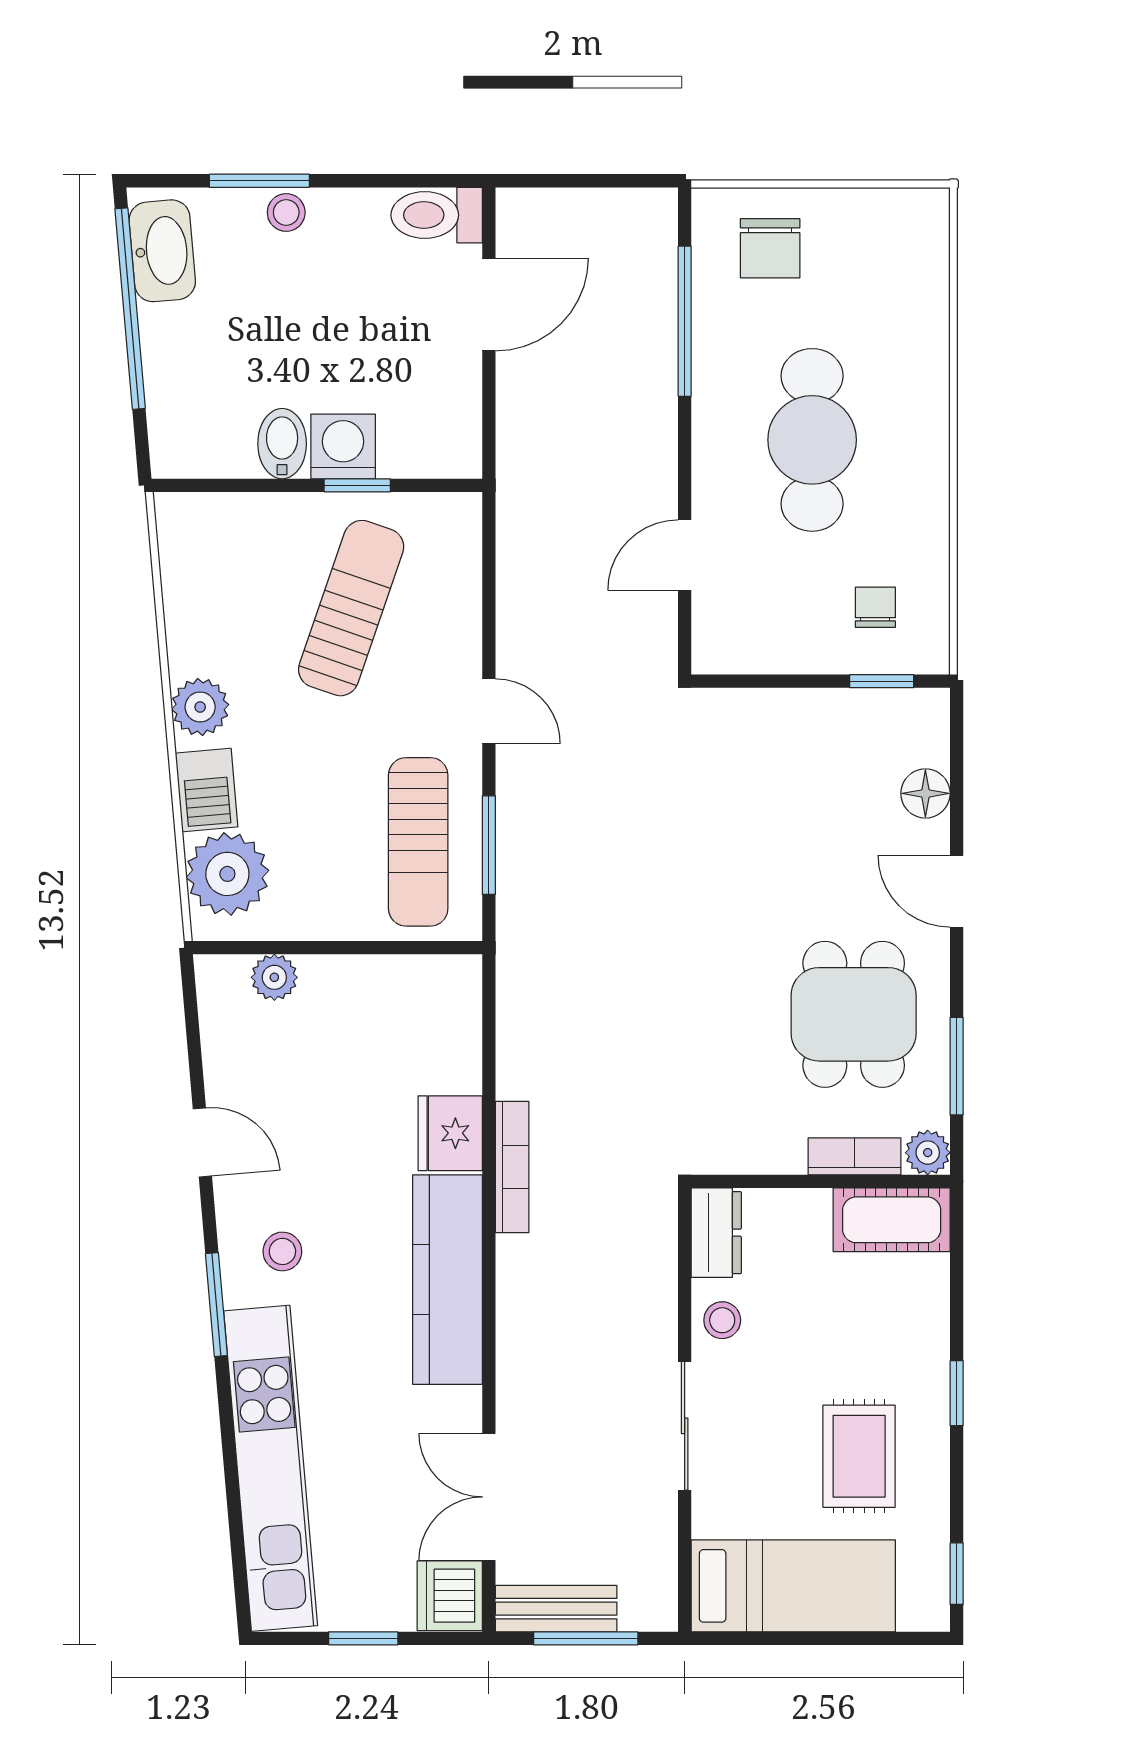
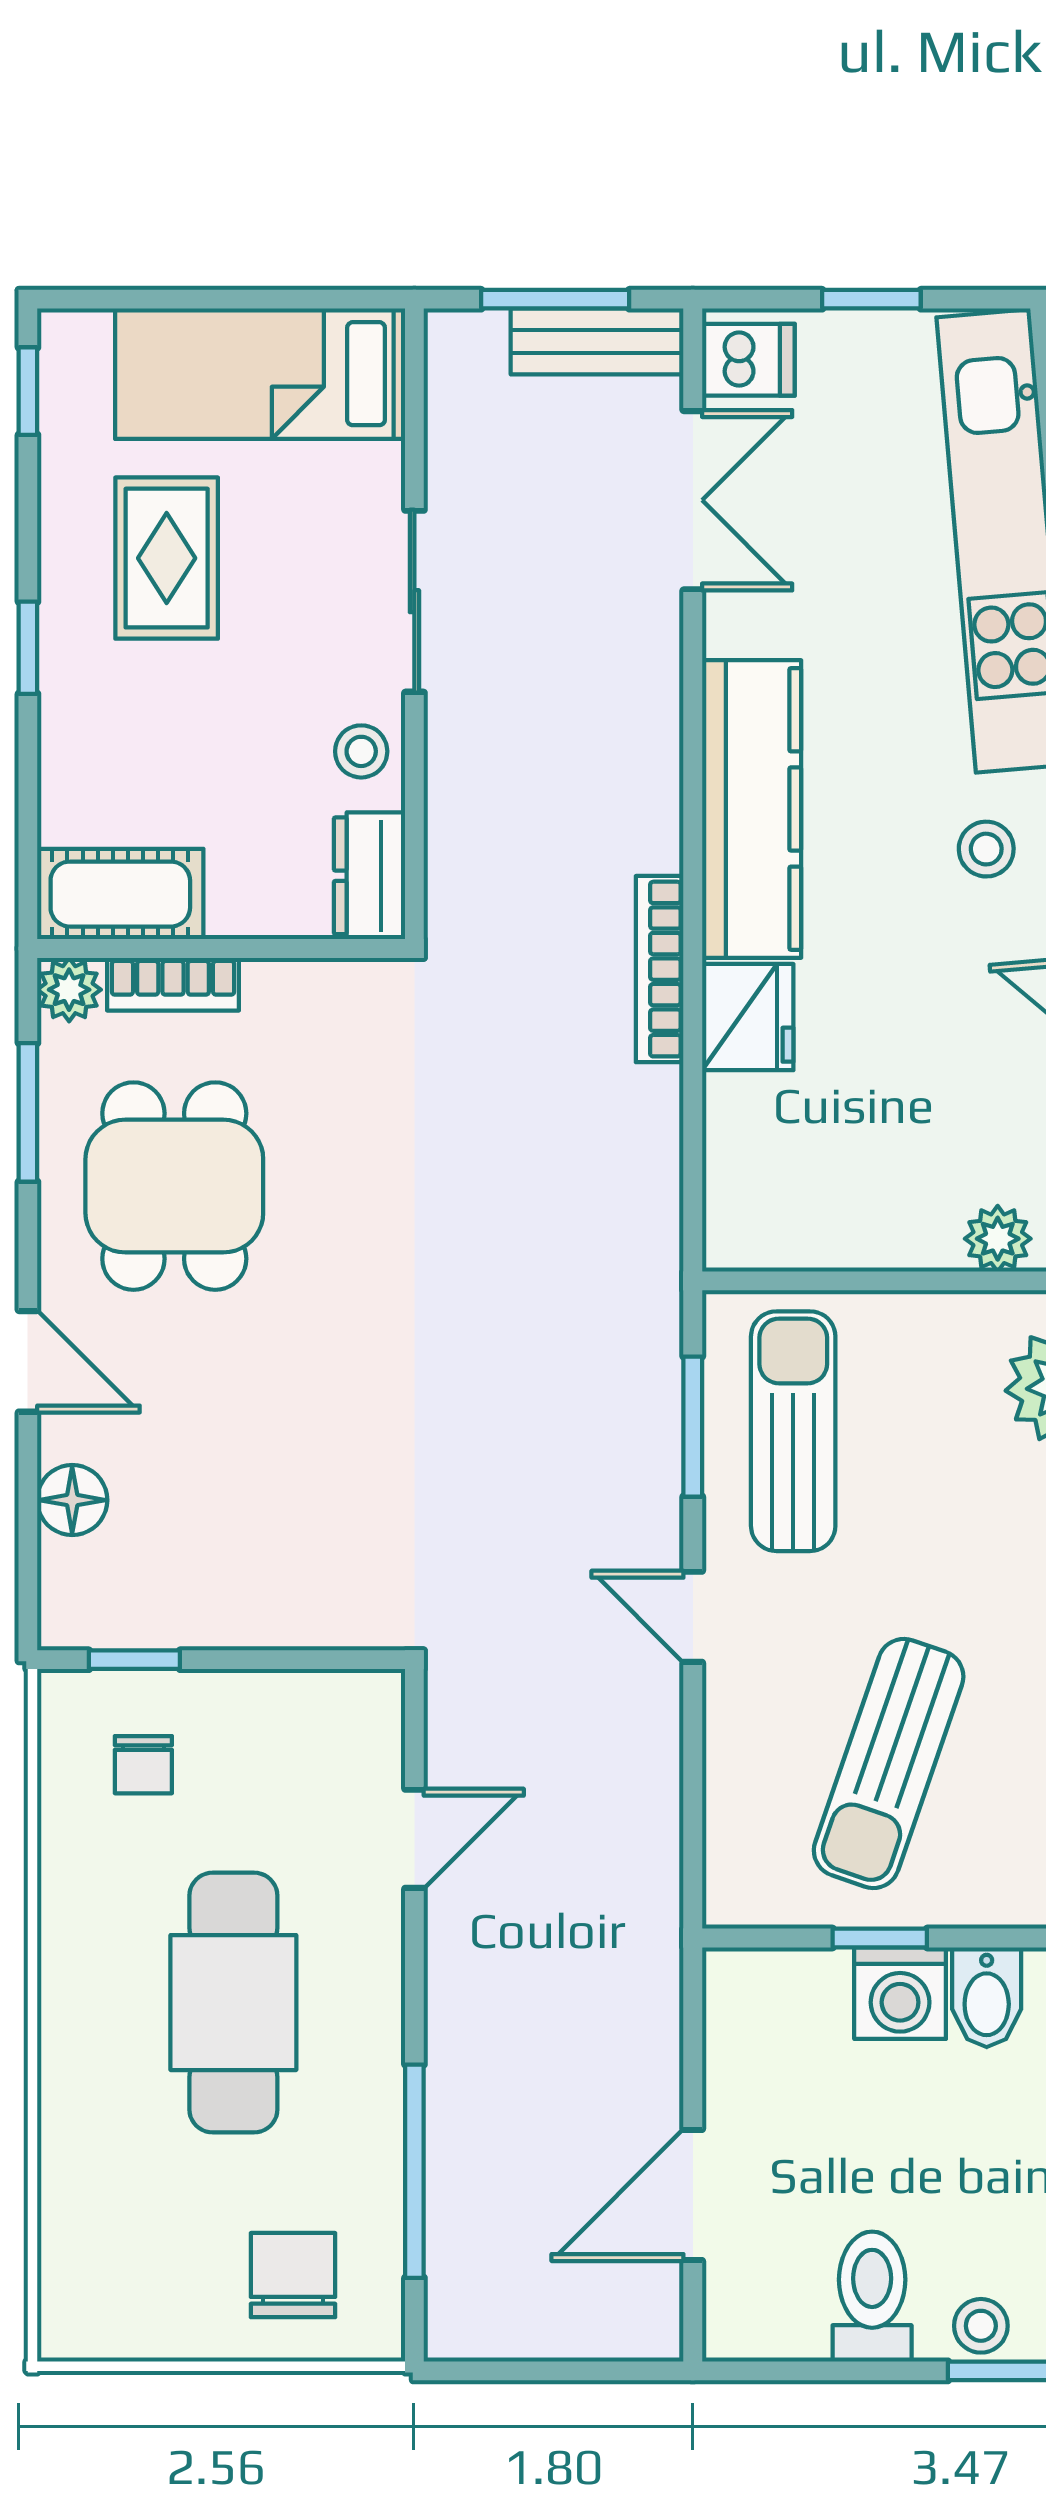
toilet: (437, 215) -> (872, 2297), moved, turned -90
dishwasher: (450, 1596) -> (748, 360), width x0.73

